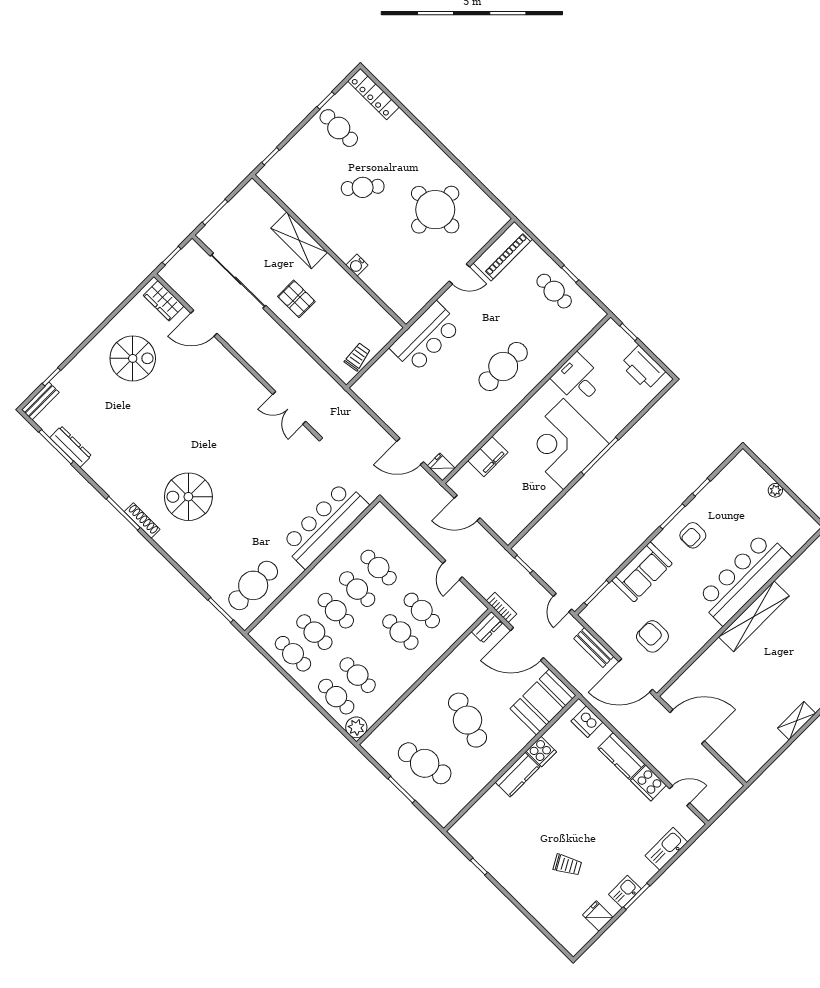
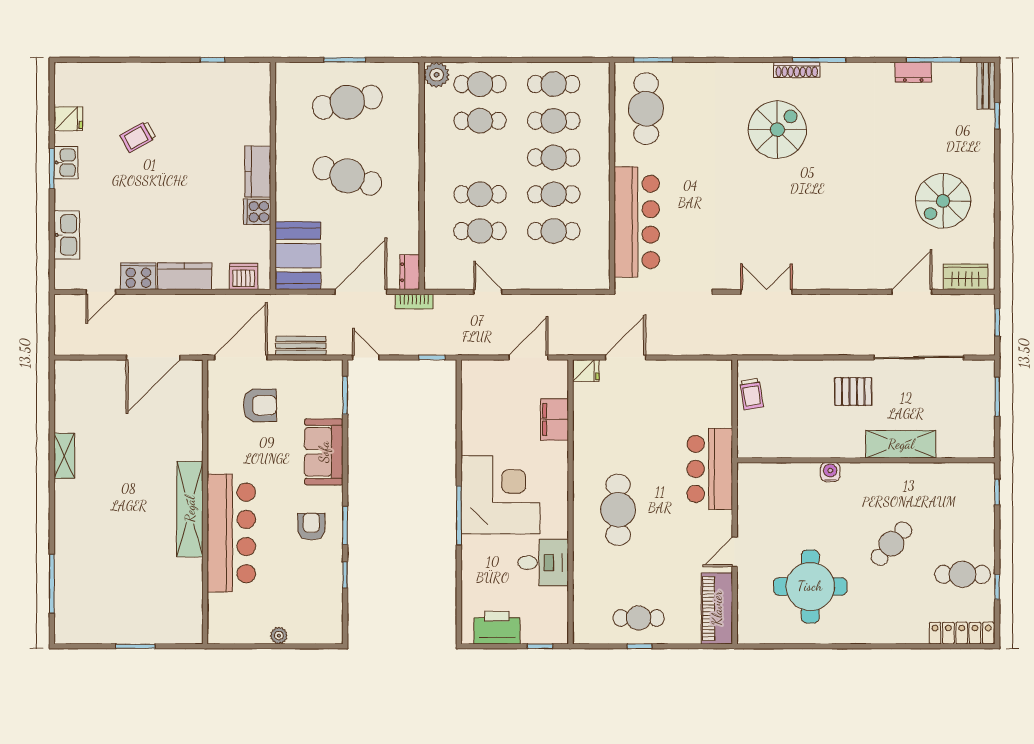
dresser: (71, 447) -> (913, 72), width x0.70

